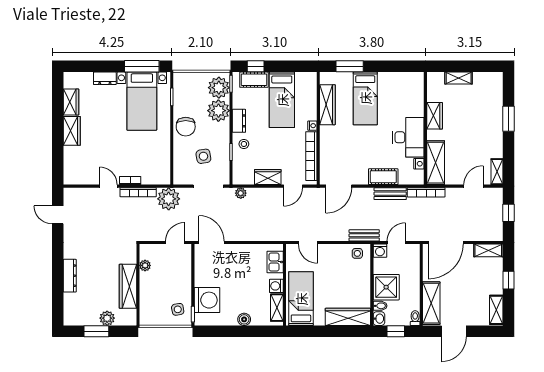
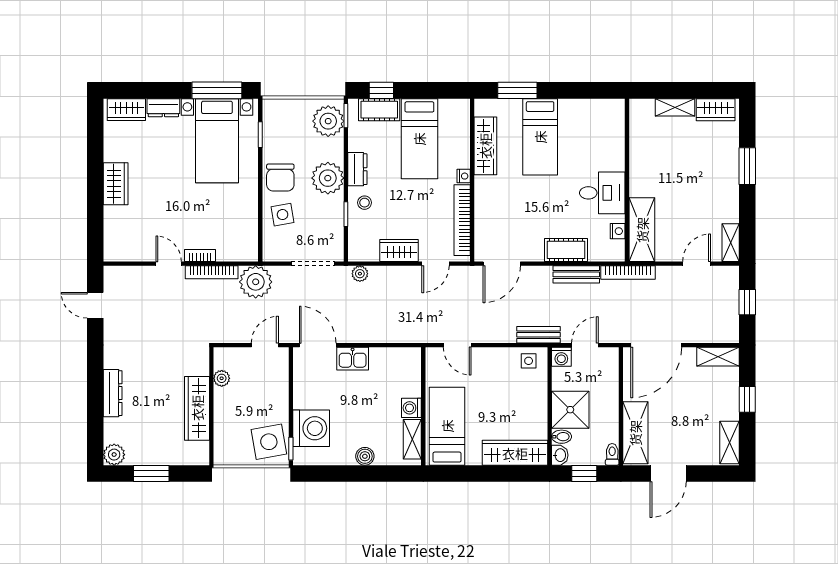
wardrobe: (71, 102) -> (126, 110), moved, turned 90
plant: (218, 111) -> (328, 178), moved
wardrobe: (435, 116) -> (716, 110), moved, turned 90
desk: (408, 137) -> (602, 193), width x0.73
side table: (203, 156) -> (282, 215), moved
kitchen sink: (275, 262) -> (353, 359), moved, turned -90
side table: (178, 309) -> (269, 442), width x1.87, depth x1.87
plant: (107, 318) -> (114, 455), moved

